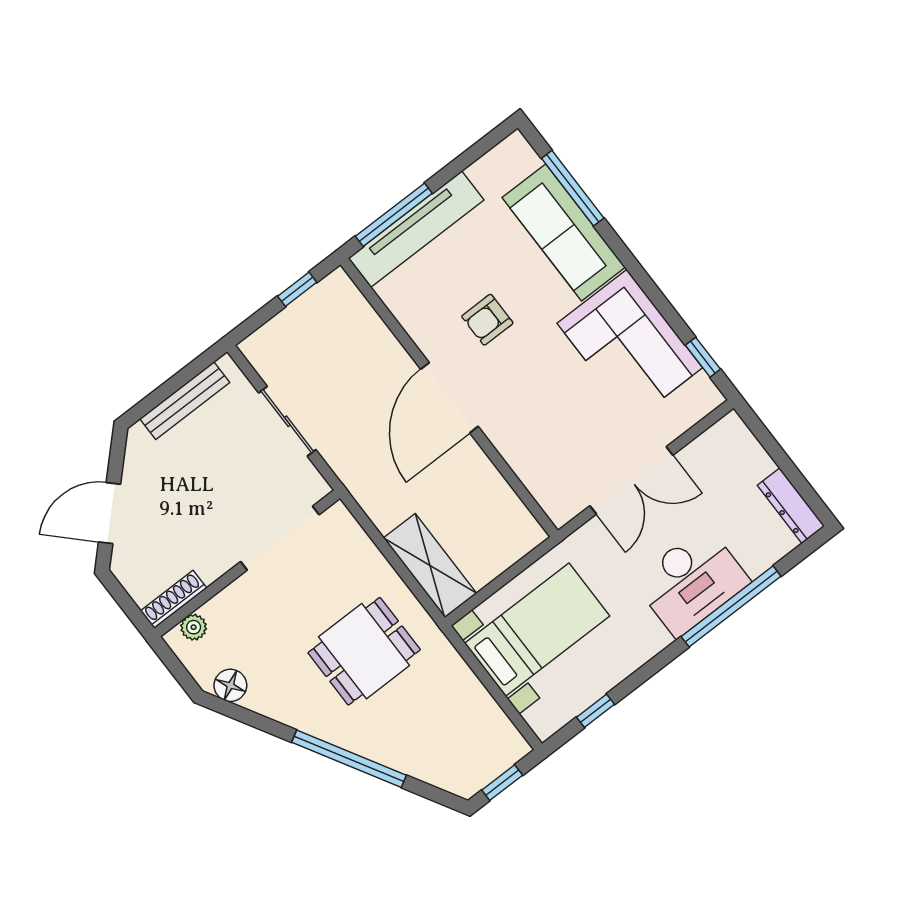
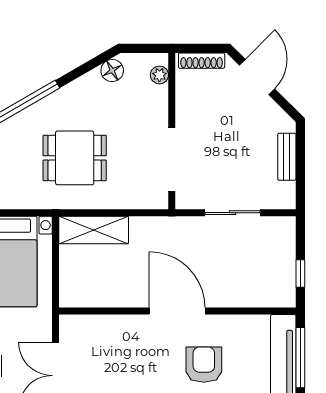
armchair: (487, 320) -> (204, 365), width x1.38, depth x1.38
bench: (185, 401) -> (287, 157), width x0.73
shoe rack: (174, 599) -> (202, 61), moved, turned 90
dining table: (364, 651) -> (75, 158), turned 90

